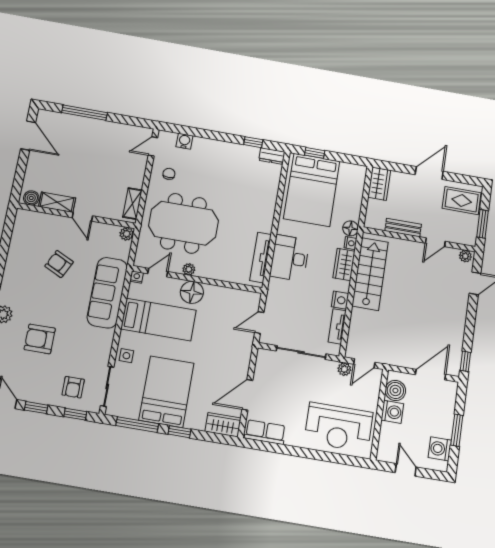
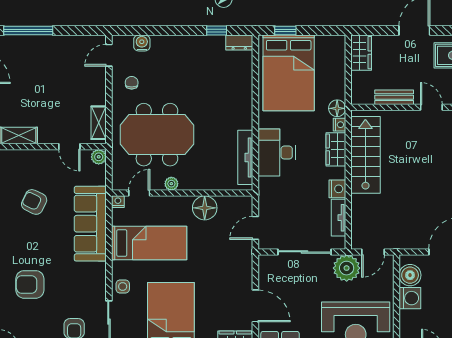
door: (82, 217) -> (69, 147), moved
door: (435, 242) -> (431, 107), swing flipped
floor lamp: (192, 292) -> (205, 208), moved
plant: (344, 369) -> (347, 268), width x1.87, depth x1.87
door: (247, 395) -> (255, 306), swing flipped

